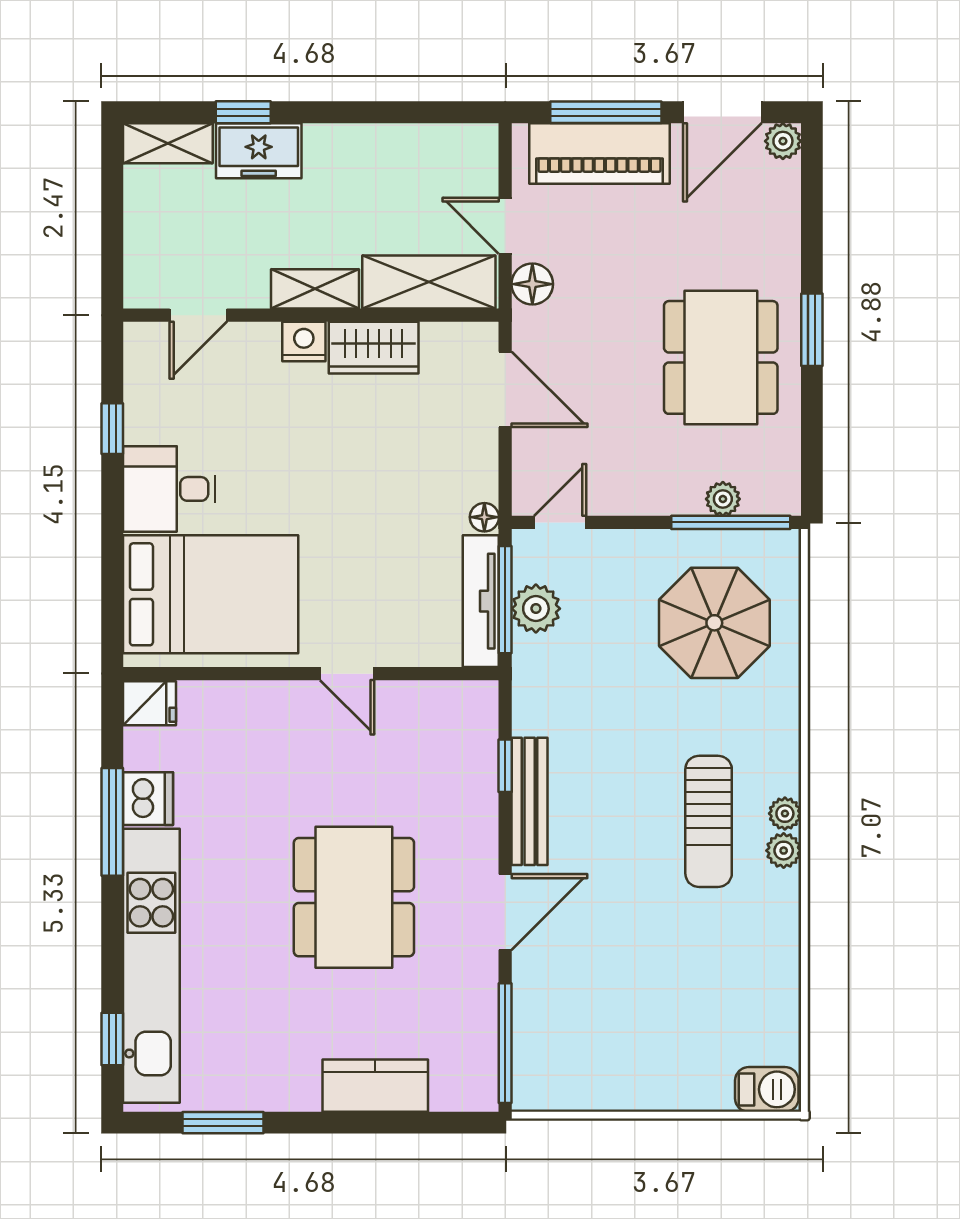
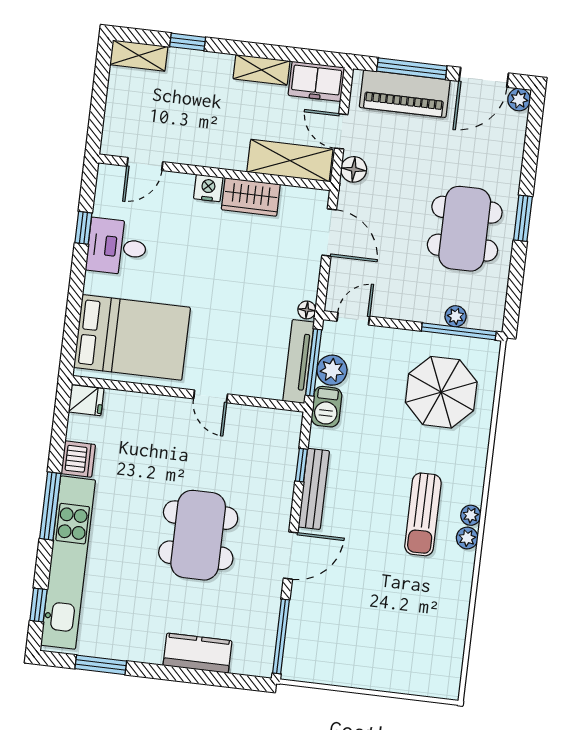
freezer: (259, 151) -> (316, 81), moved
shelving: (315, 289) -> (261, 70), moved
desk: (169, 489) -> (117, 247), moved
window: (112, 822) -> (50, 506), moved
barbecue: (767, 1089) -> (327, 407), moved, turned 90

